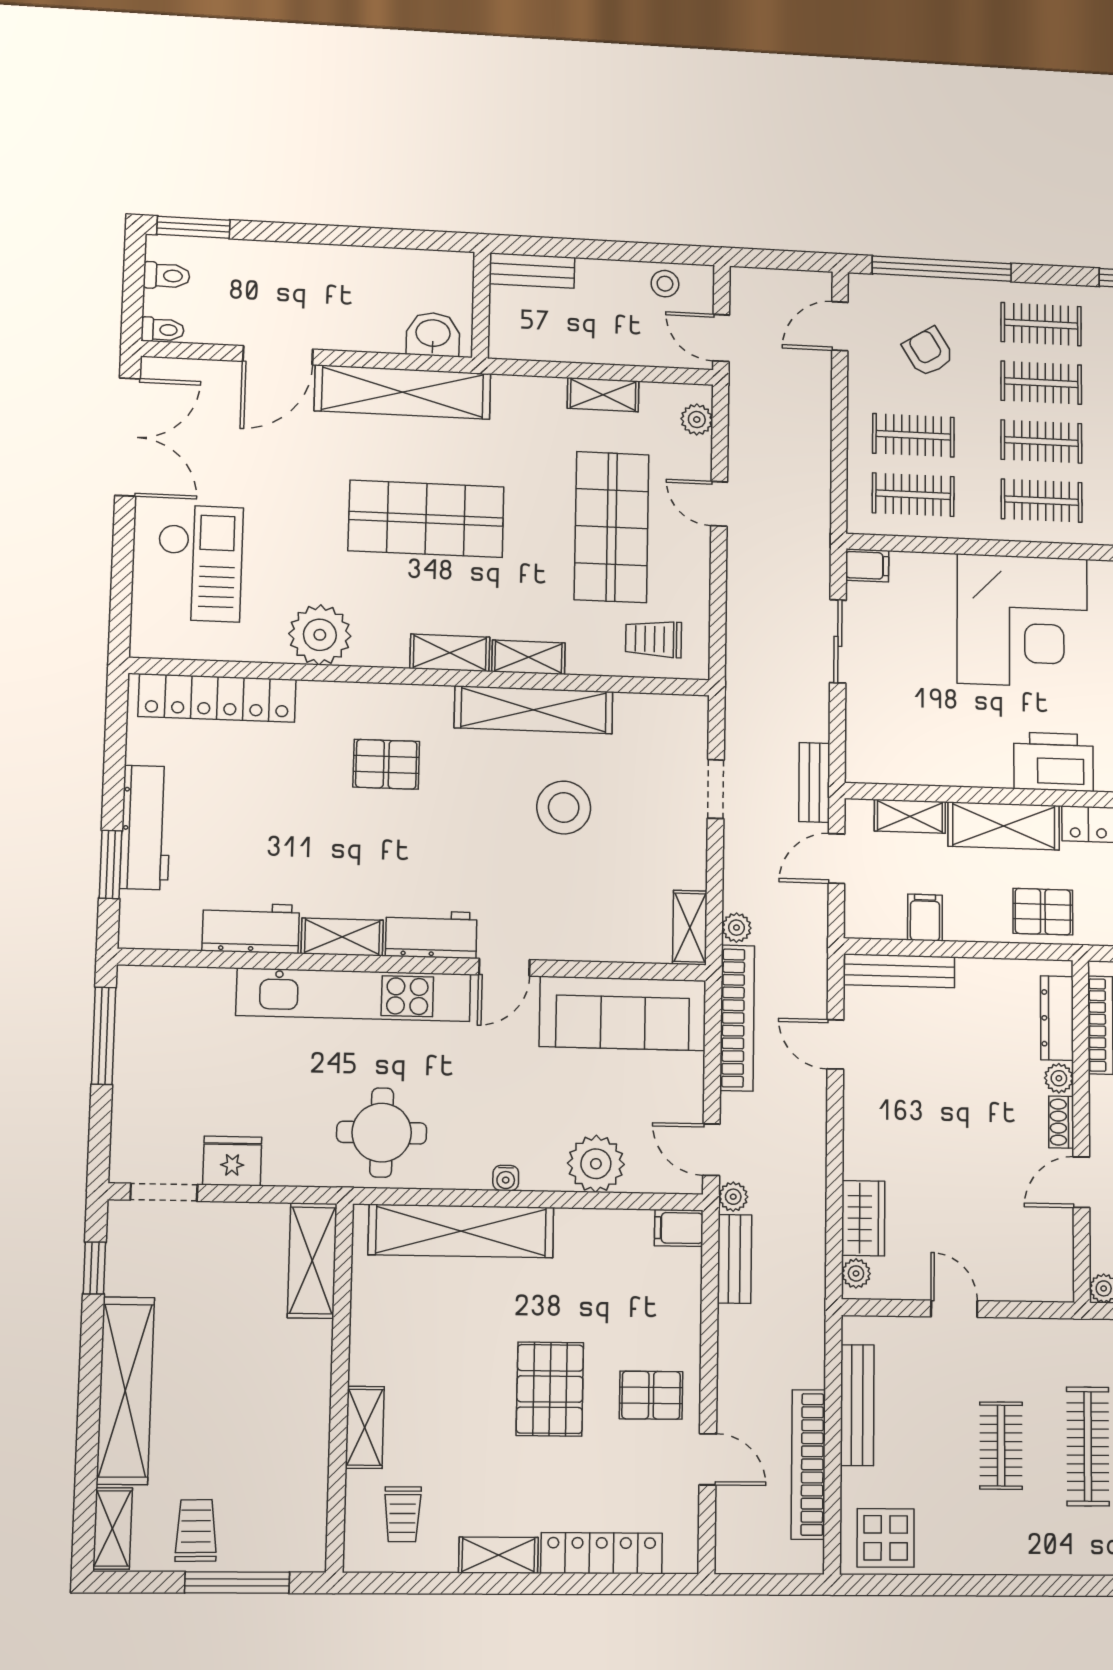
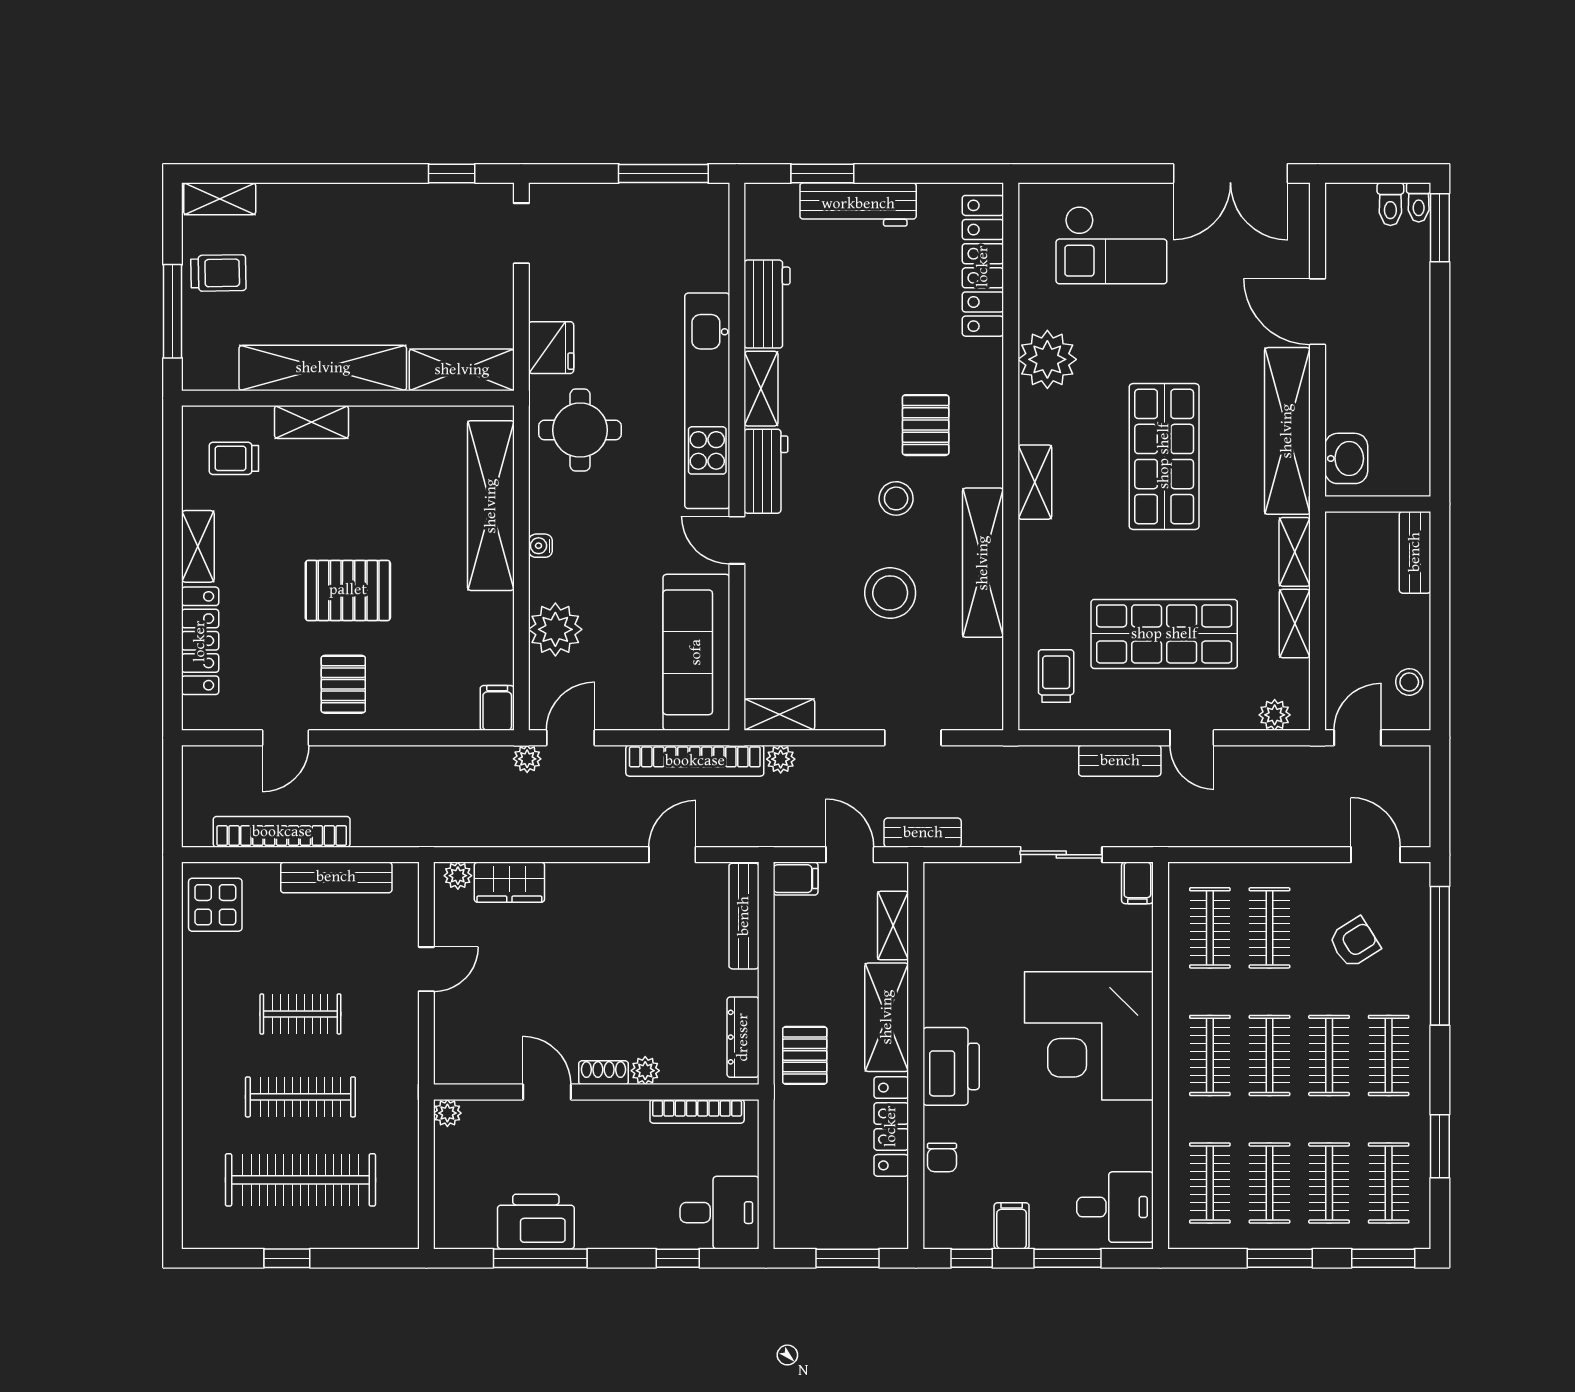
toilet: (163, 330) -> (1419, 202), moved
door: (719, 504) -> (1192, 738), swing flipped
shelving: (528, 657) -> (1295, 552), moved
stool: (464, 798) -> (896, 498), added
filing cabinet: (925, 918) -> (796, 879), moved
dresser: (1057, 1018) -> (743, 1037), moved, turned -90
fridge: (232, 1161) -> (551, 348), moved
bench: (735, 1259) -> (1120, 761), moved
shelving: (125, 1391) -> (323, 368), moved

